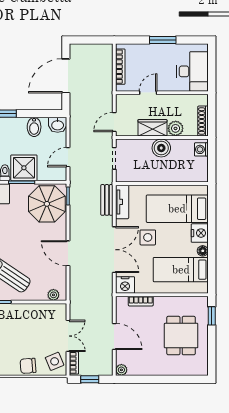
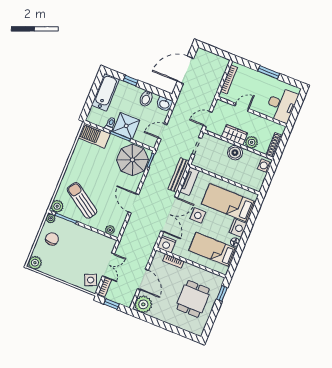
bench: (107, 200) -> (179, 175), width x1.36
chair: (28, 366) -> (69, 275), removed
plant: (121, 370) -> (143, 304), width x1.87, depth x1.87

